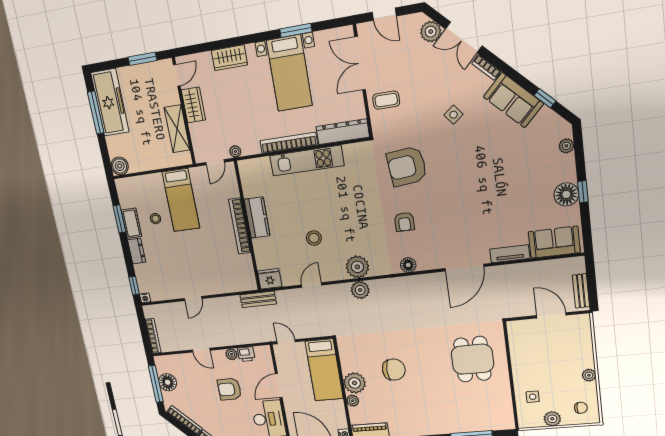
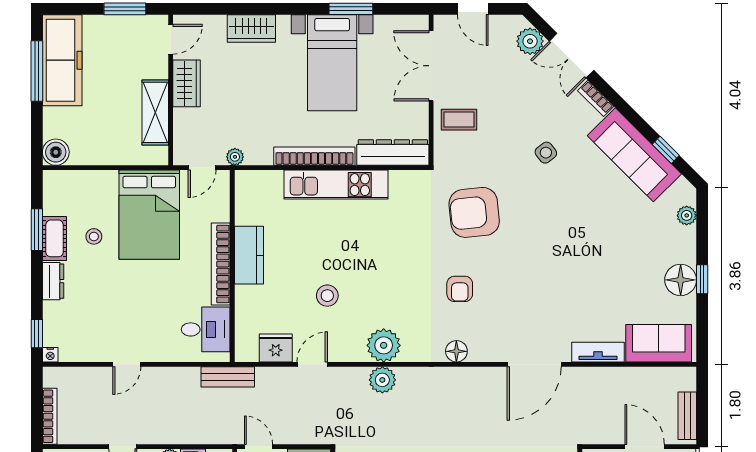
sofa: (513, 100) -> (634, 155), width x1.36
bed: (181, 200) -> (149, 215), width x1.50
desk: (238, 270) -> (206, 329), added
fridge: (270, 279) -> (276, 348), moved

